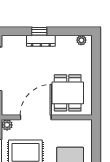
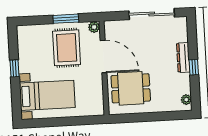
window: (39, 31) -> (194, 67), moved

